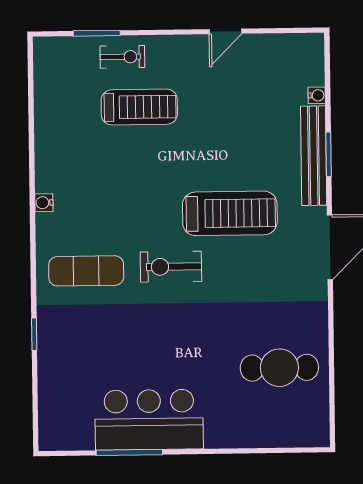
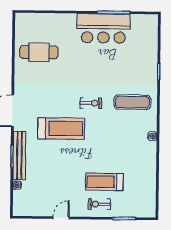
exercise bike: (122, 57) -> (99, 204), moved
treadmill: (230, 213) -> (61, 128), turned 180
exercise bike: (171, 267) -> (91, 103), width x0.73, depth x0.72

